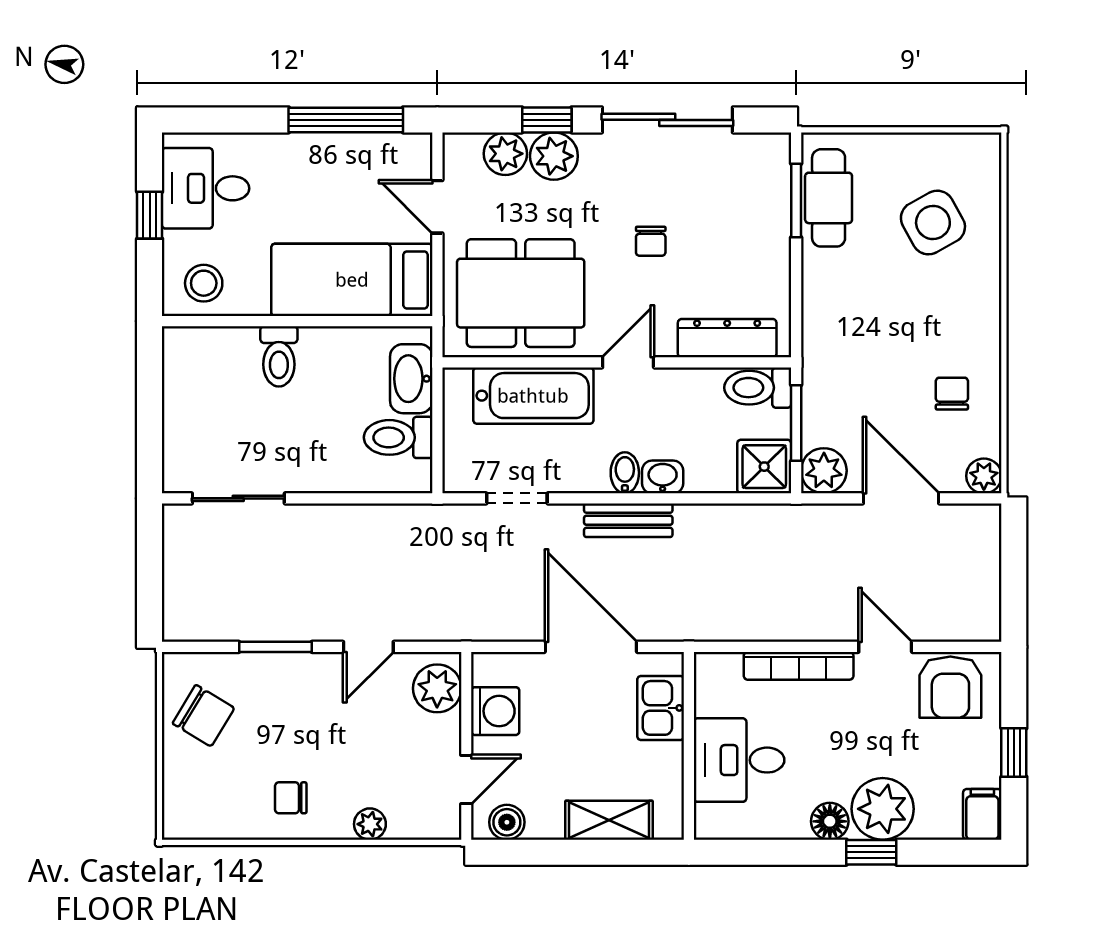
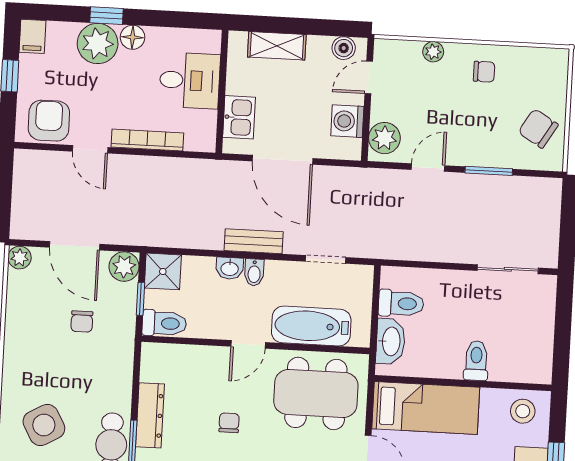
dresser: (727, 338) -> (150, 415), moved, turned -90
chair: (952, 394) -> (82, 321), moved
window: (796, 423) -> (140, 299), width x0.67

